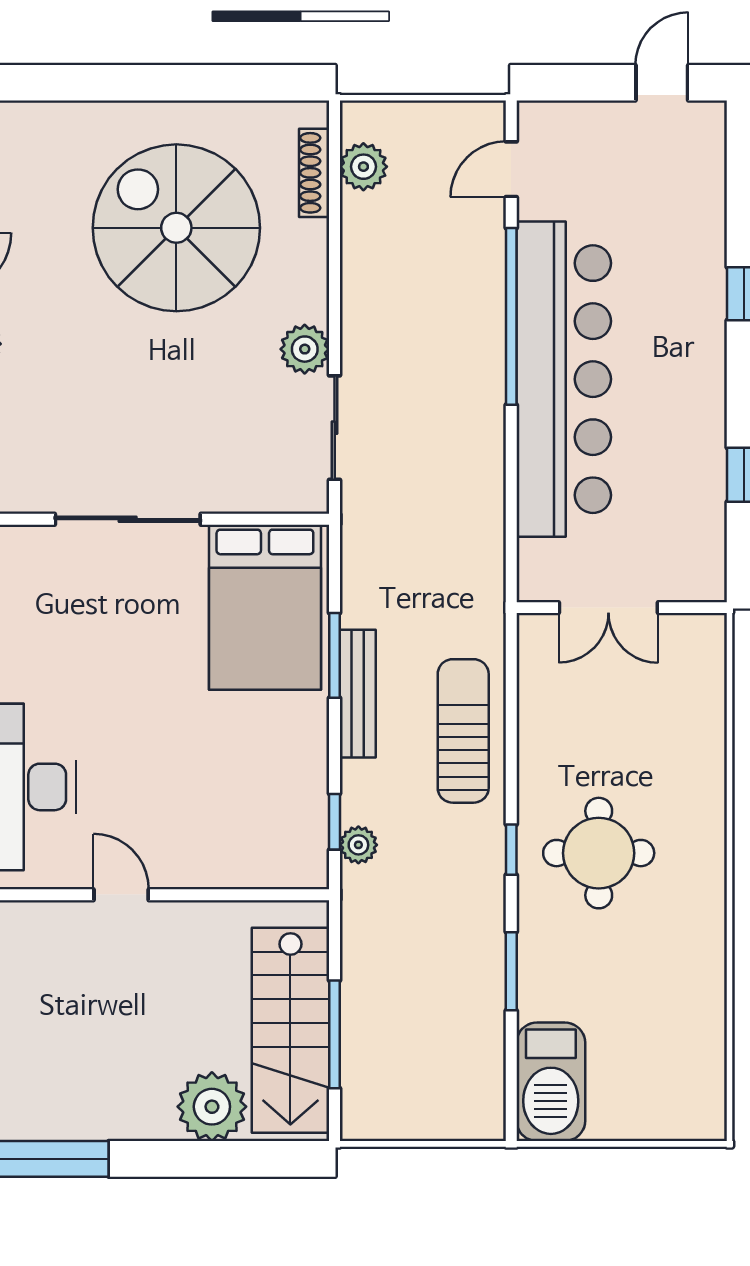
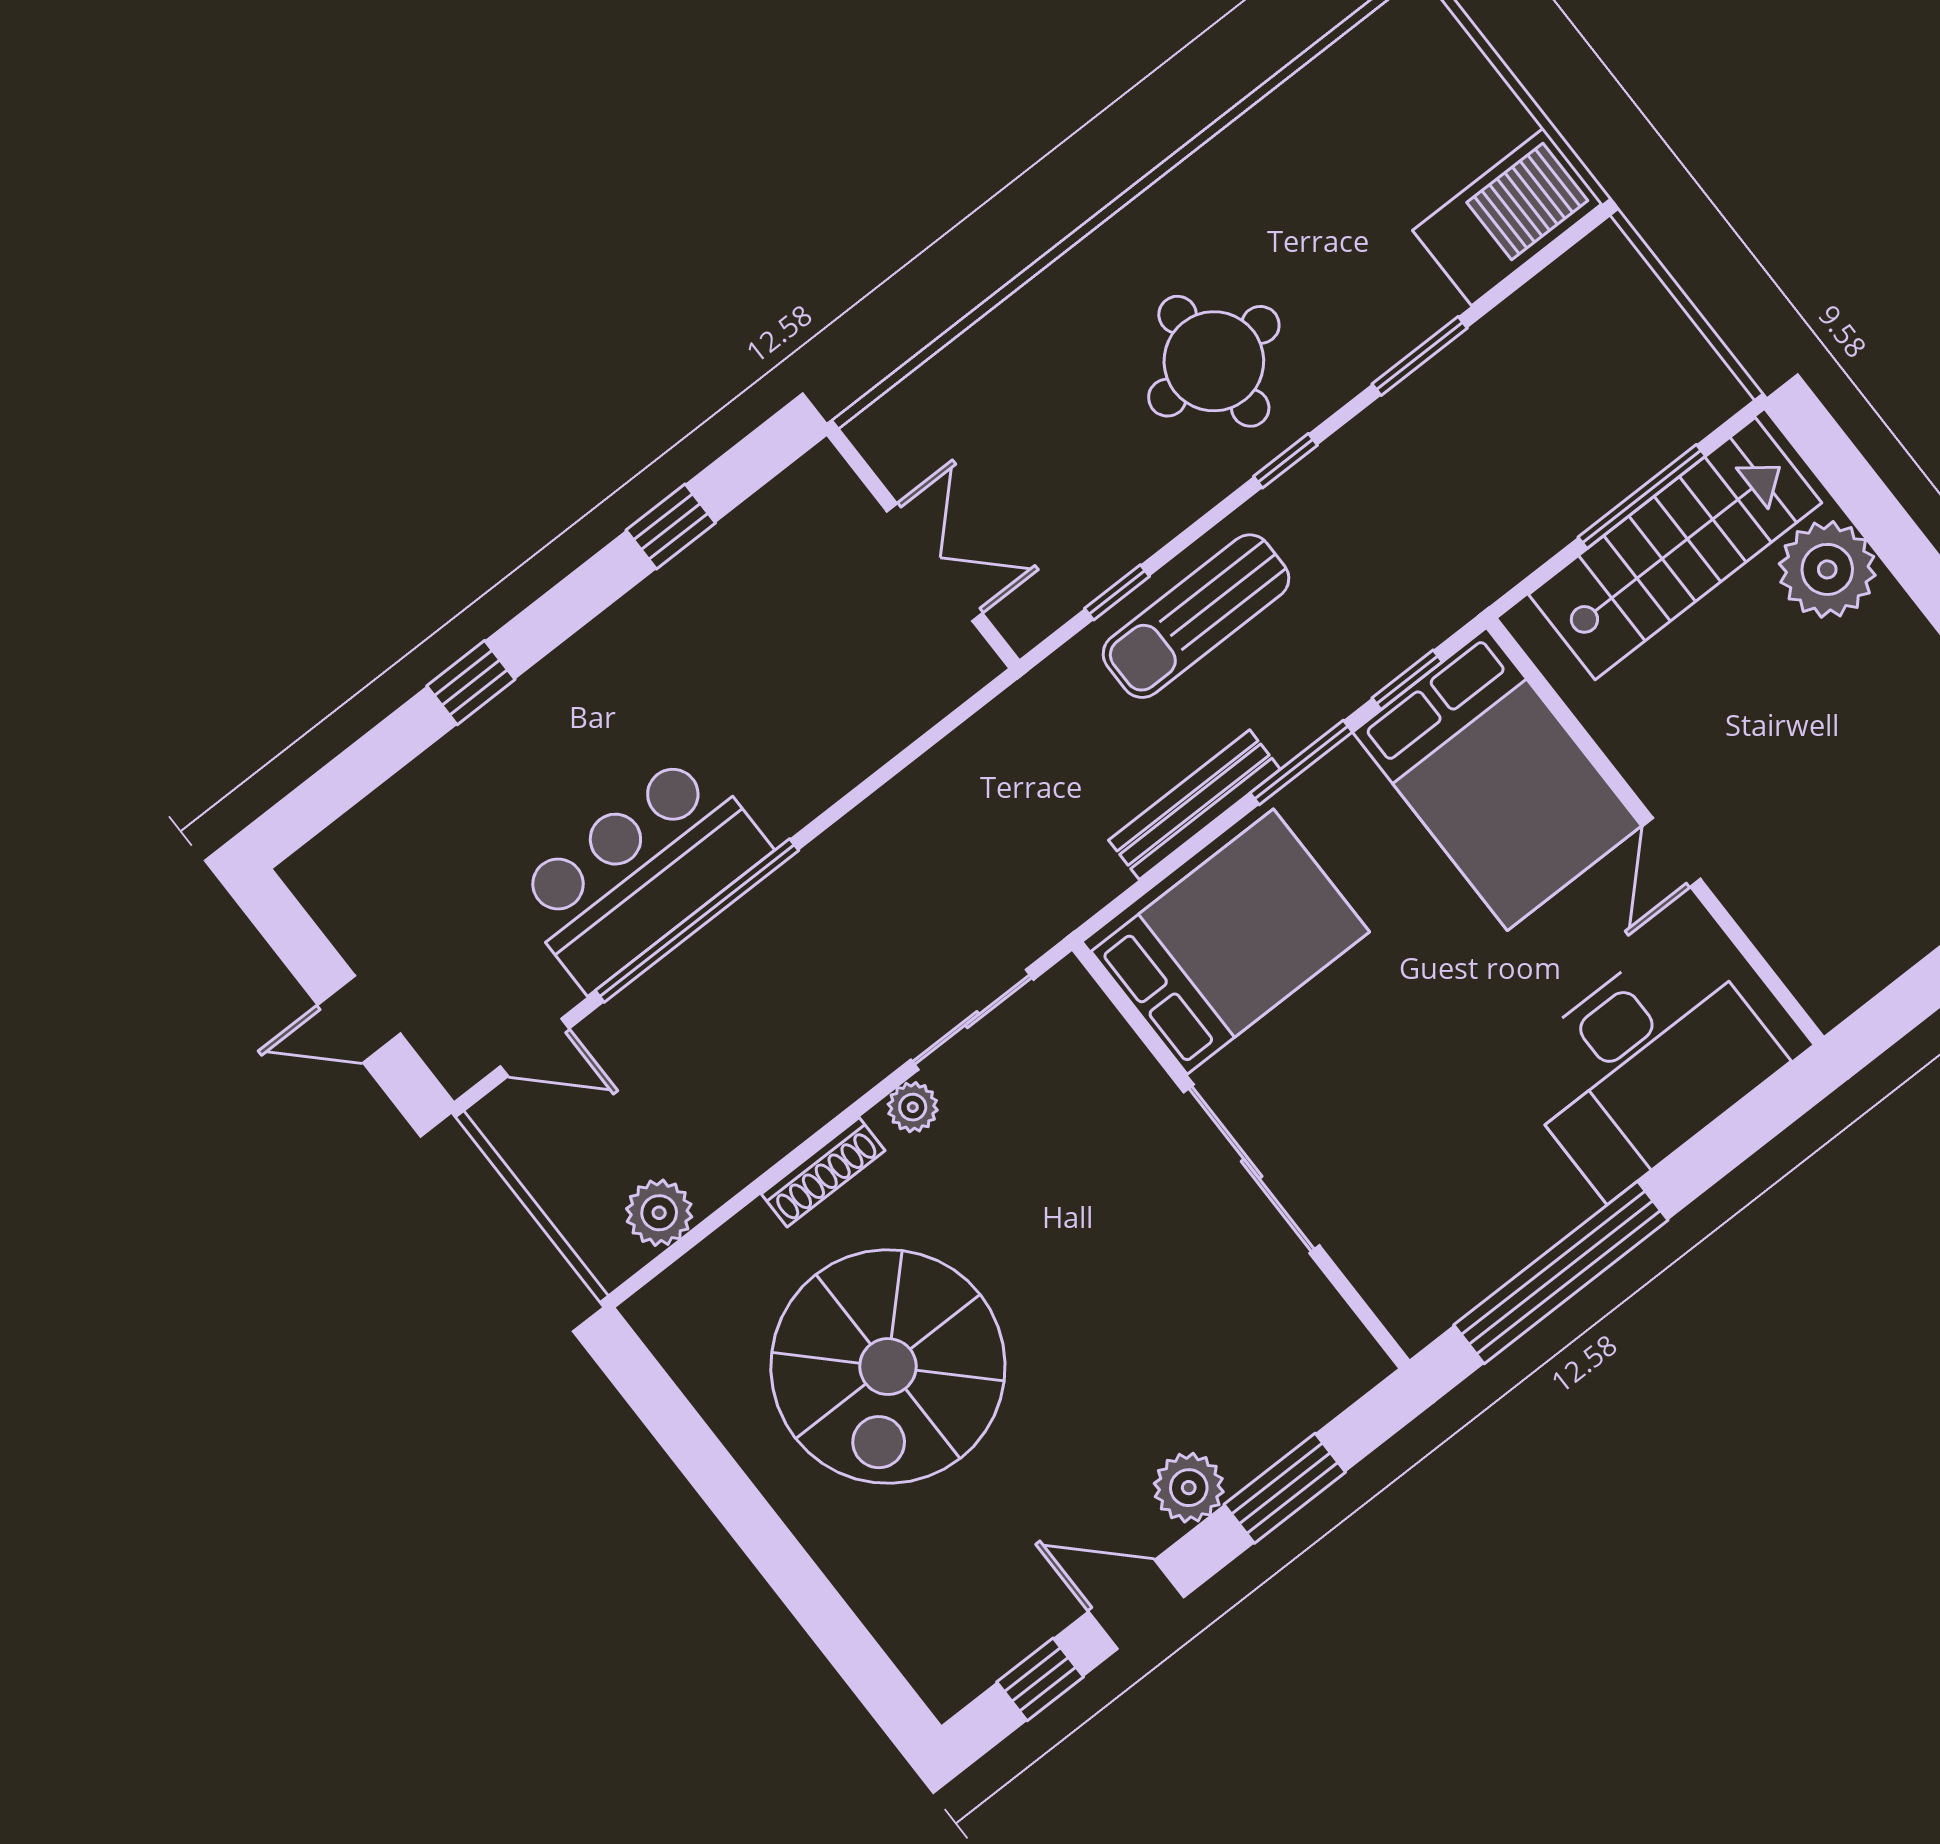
door: (662, 83) -> (359, 1019), moved
shoe rack: (314, 173) -> (823, 1172), moved
plant: (305, 349) -> (913, 1107), width x0.73, depth x0.73
bar counter: (564, 379) -> (641, 871), width x0.54
window: (335, 655) -> (1301, 762), moved
bench: (358, 694) -> (1194, 805), moved
window: (511, 697) -> (1117, 592), added
bed: (239, 829) -> (1497, 779), added
plant: (358, 845) -> (1412, 633), removed

